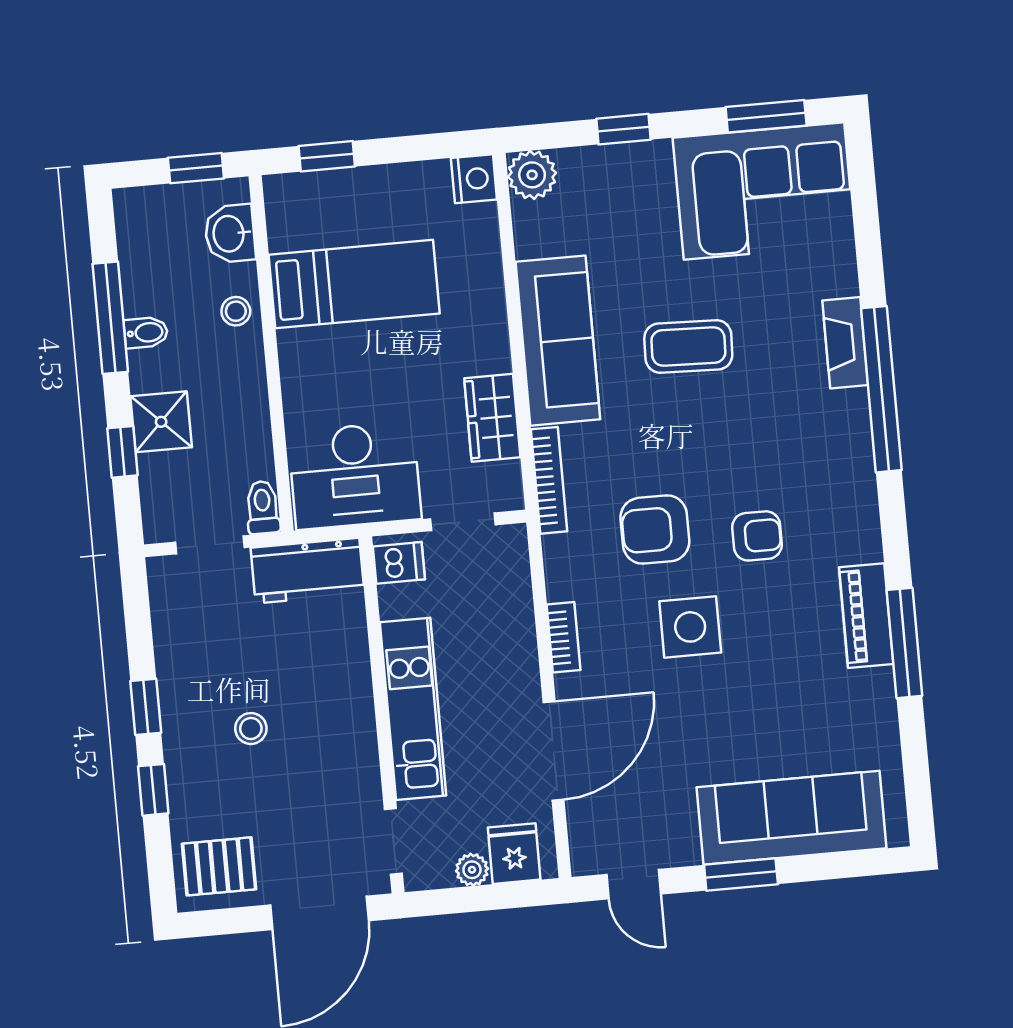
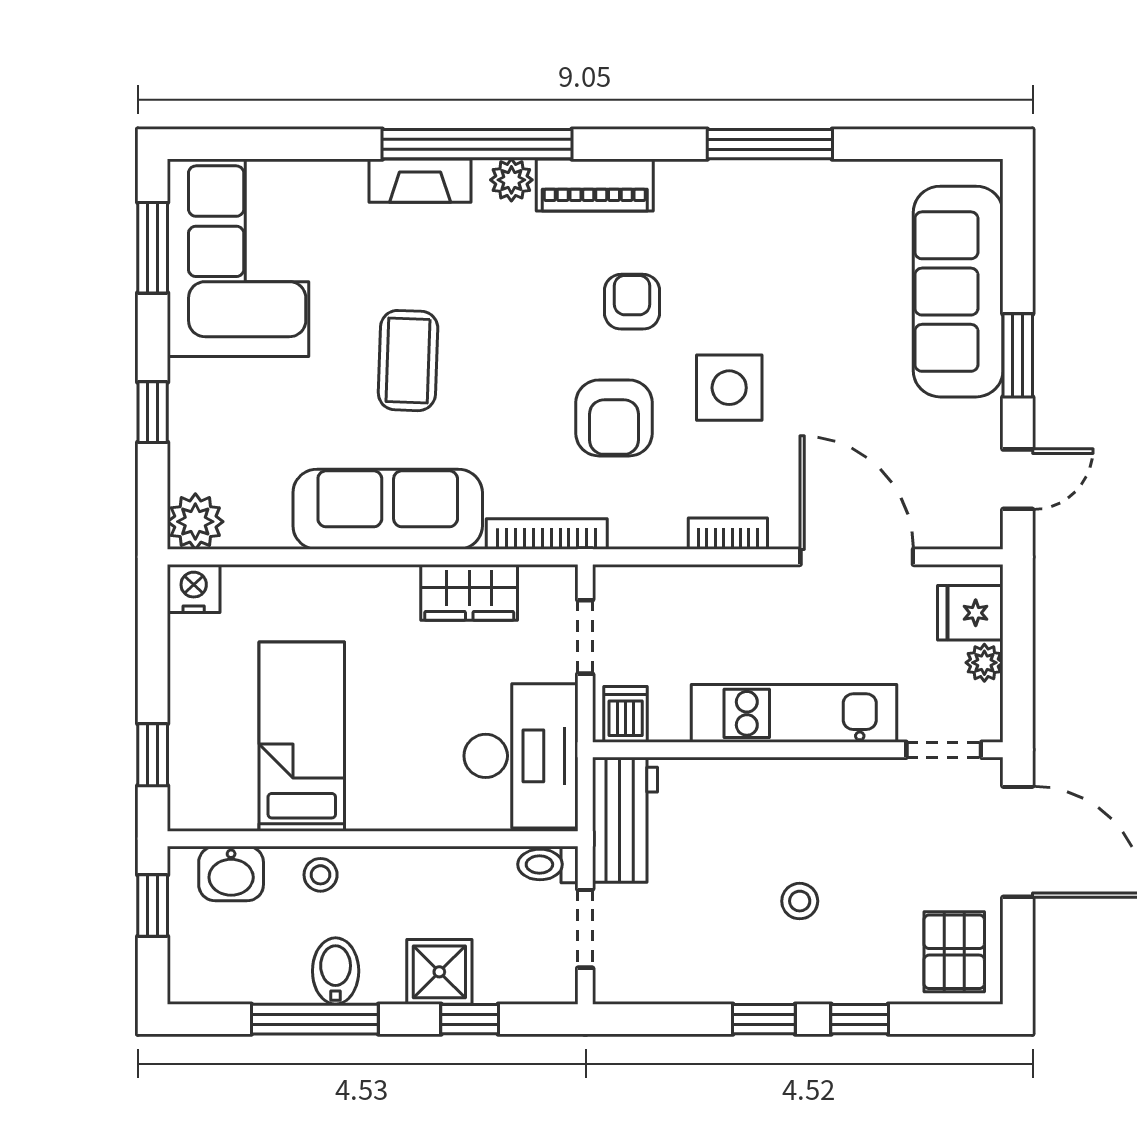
bidet: (146, 333) -> (336, 971), width x1.38, depth x1.36
plant: (853, 422) -> (511, 180), added
piano: (866, 616) -> (595, 185), moved

